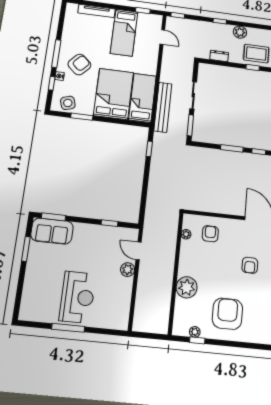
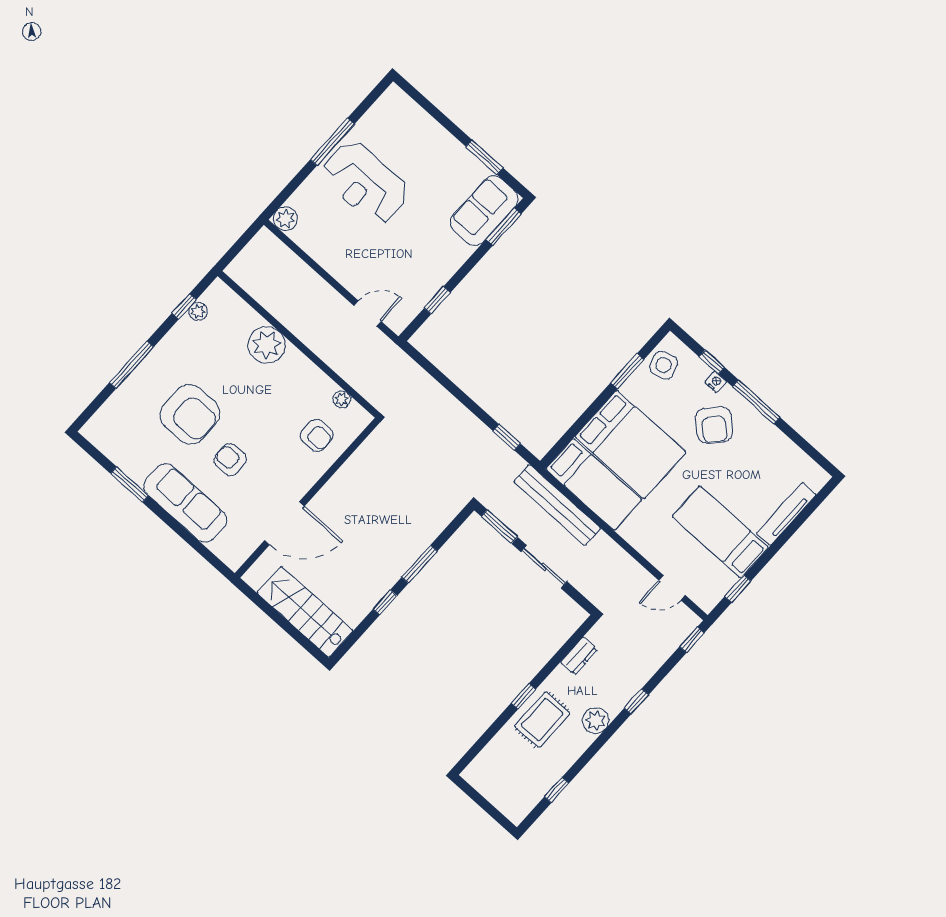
plant: (128, 270) -> (285, 219), moved
armchair: (227, 314) -> (190, 414), moved
window: (242, 345) -> (132, 365), added

